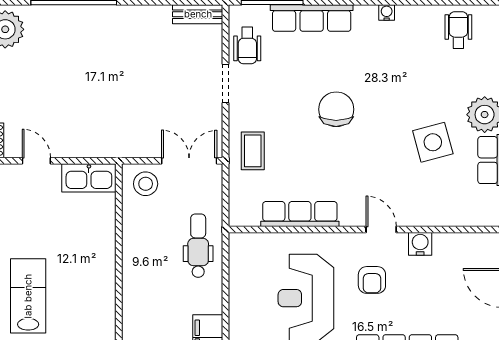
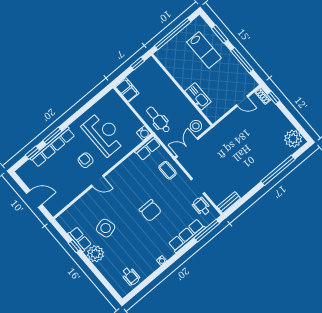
double door: (189, 161) -> (187, 147), swing flipped
kitchen sink: (89, 178) -> (198, 96), moved, turned 90
row of seats: (300, 214) -> (148, 148), moved, width x0.68
water cooler: (420, 244) -> (144, 133), moved
dental chair: (198, 246) -> (158, 120), turned 180

